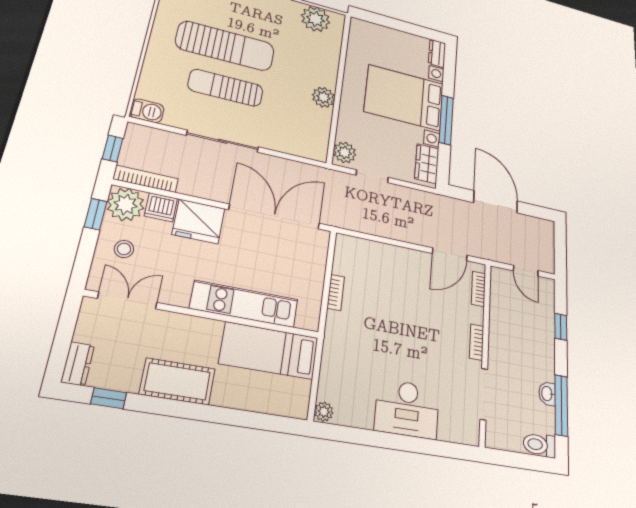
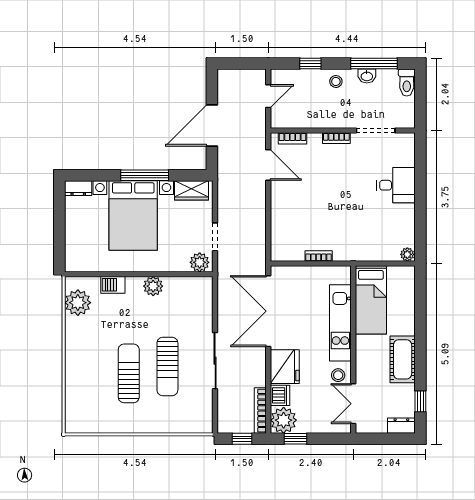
sun lounger: (225, 46) -> (129, 373), width x0.73, depth x0.75
barbecue: (147, 111) -> (113, 285), moved, turned -90
stool: (124, 249) -> (338, 375), moved
stool: (541, 354) -> (336, 81), added
desk: (407, 409) -> (396, 185), width x0.73

